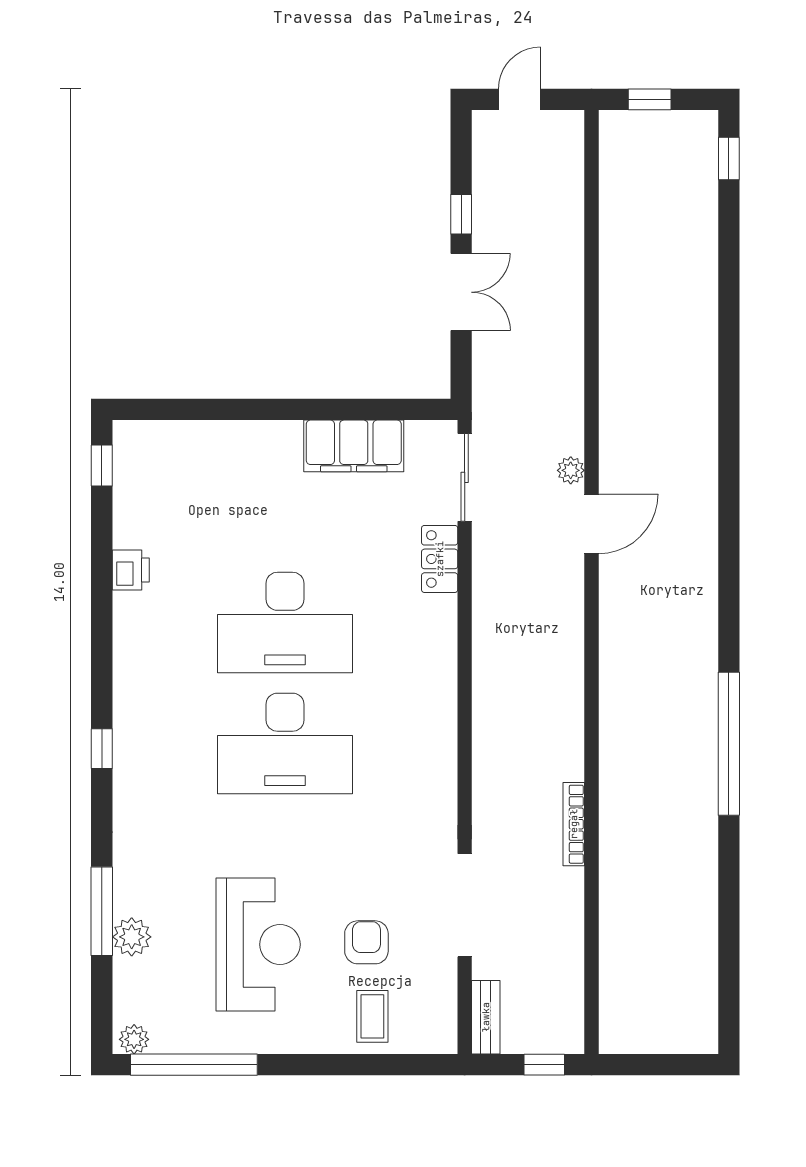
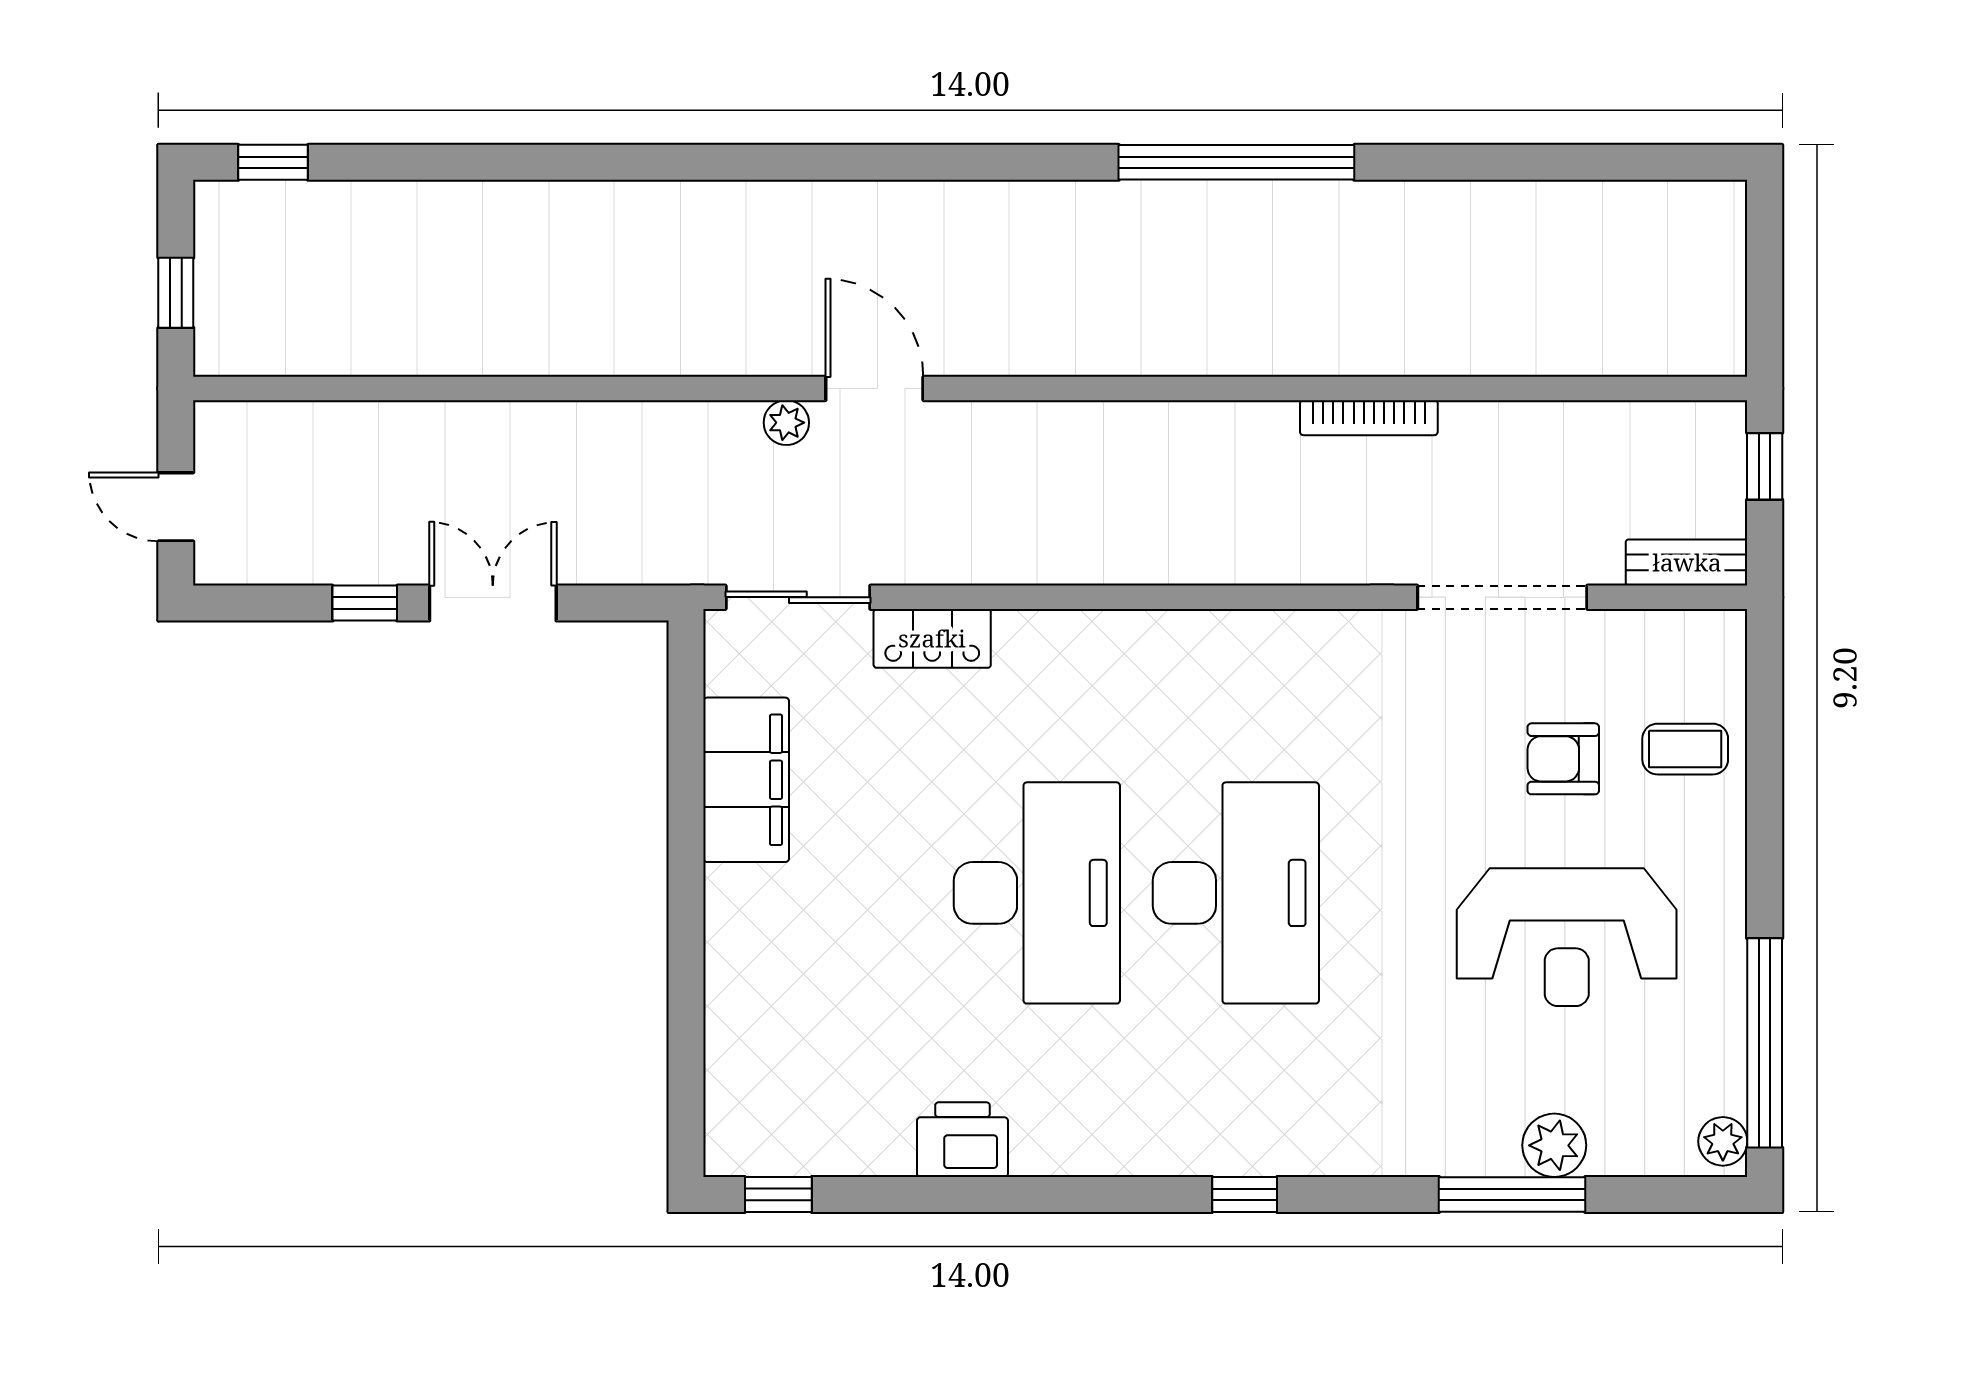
printer: (131, 570) -> (962, 1140), width x1.36, depth x1.24
reception desk: (258, 944) -> (1567, 937), turned 180

